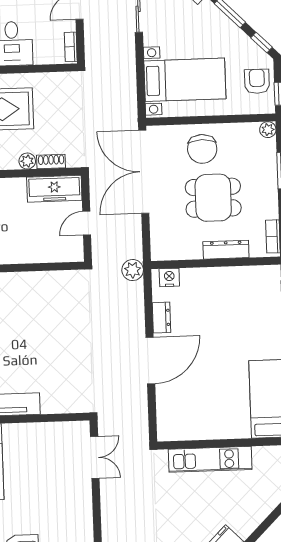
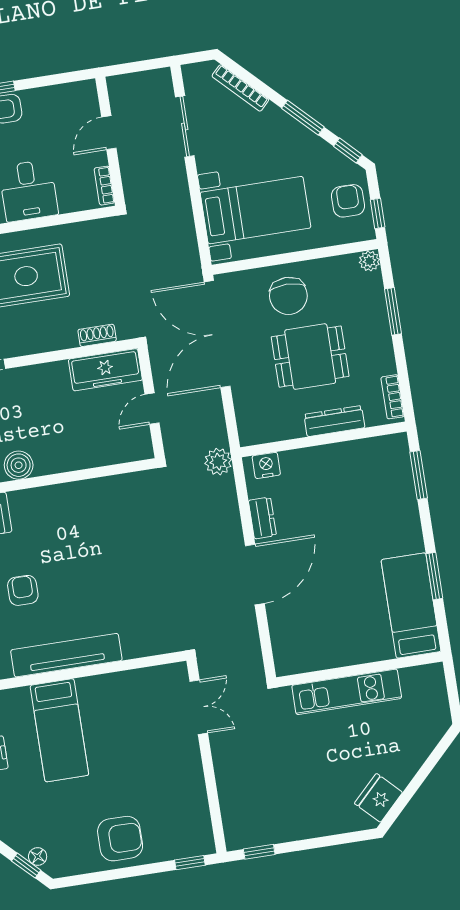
plant: (27, 161) -> (66, 338), removed

